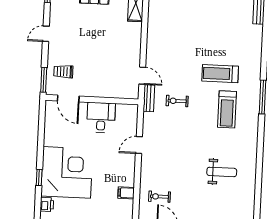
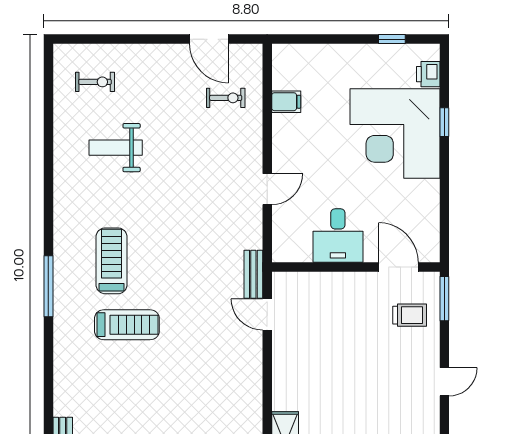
exercise bike: (177, 101) -> (95, 82), moved

